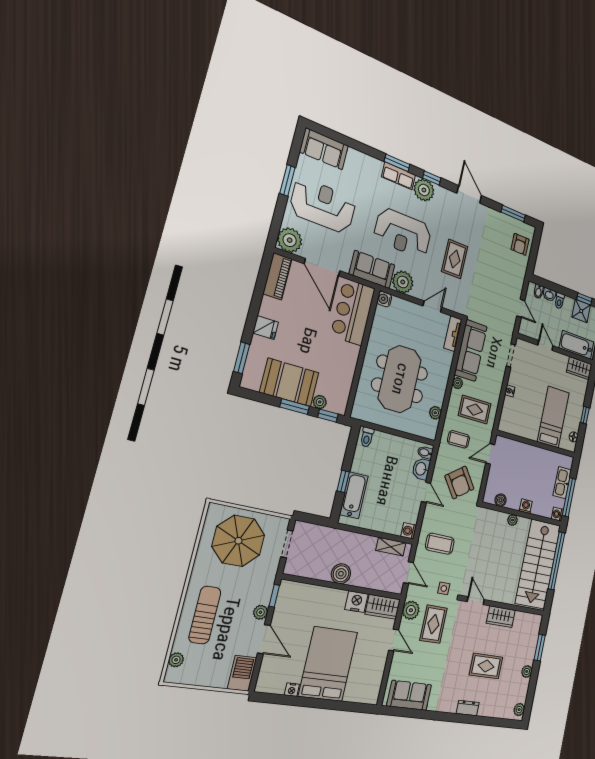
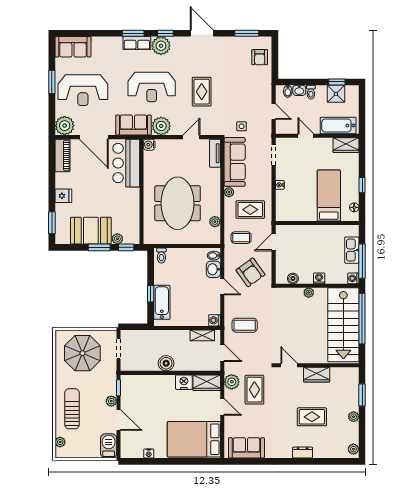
reception desk: (323, 206) -> (83, 90), turned 180
side table: (444, 588) -> (242, 126), moved
bed: (328, 664) -> (194, 439), moved, turned -90

